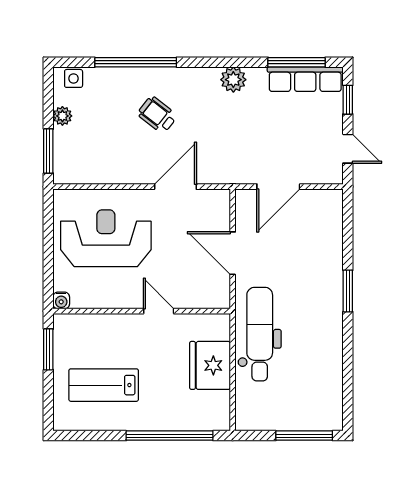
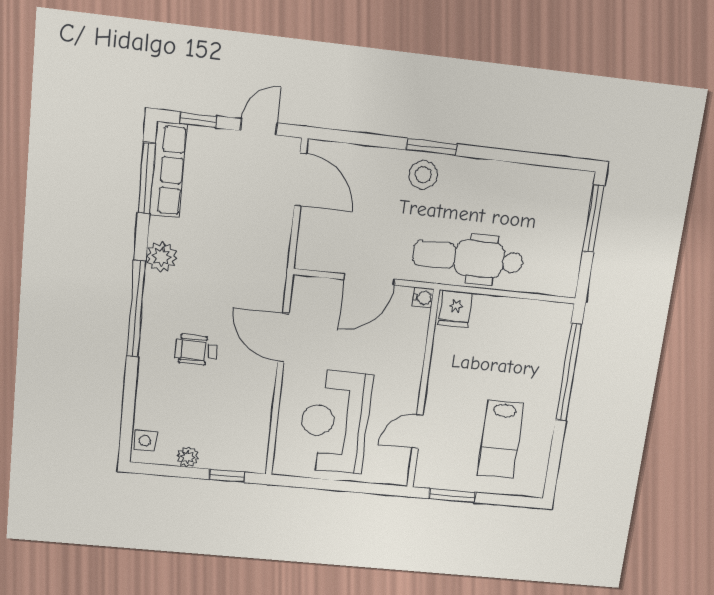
window: (136, 62) -> (136, 309), moved
wheelchair: (157, 115) -> (196, 350), turned 52
window: (48, 151) -> (227, 476), width x0.67
door: (278, 187) -> (300, 179), moved
stool: (324, 287) -> (423, 175), added
water cooler: (61, 300) -> (423, 298), moved
door: (159, 311) -> (417, 432), moved
fridge: (210, 365) -> (456, 309), moved, width x0.53, depth x0.75

